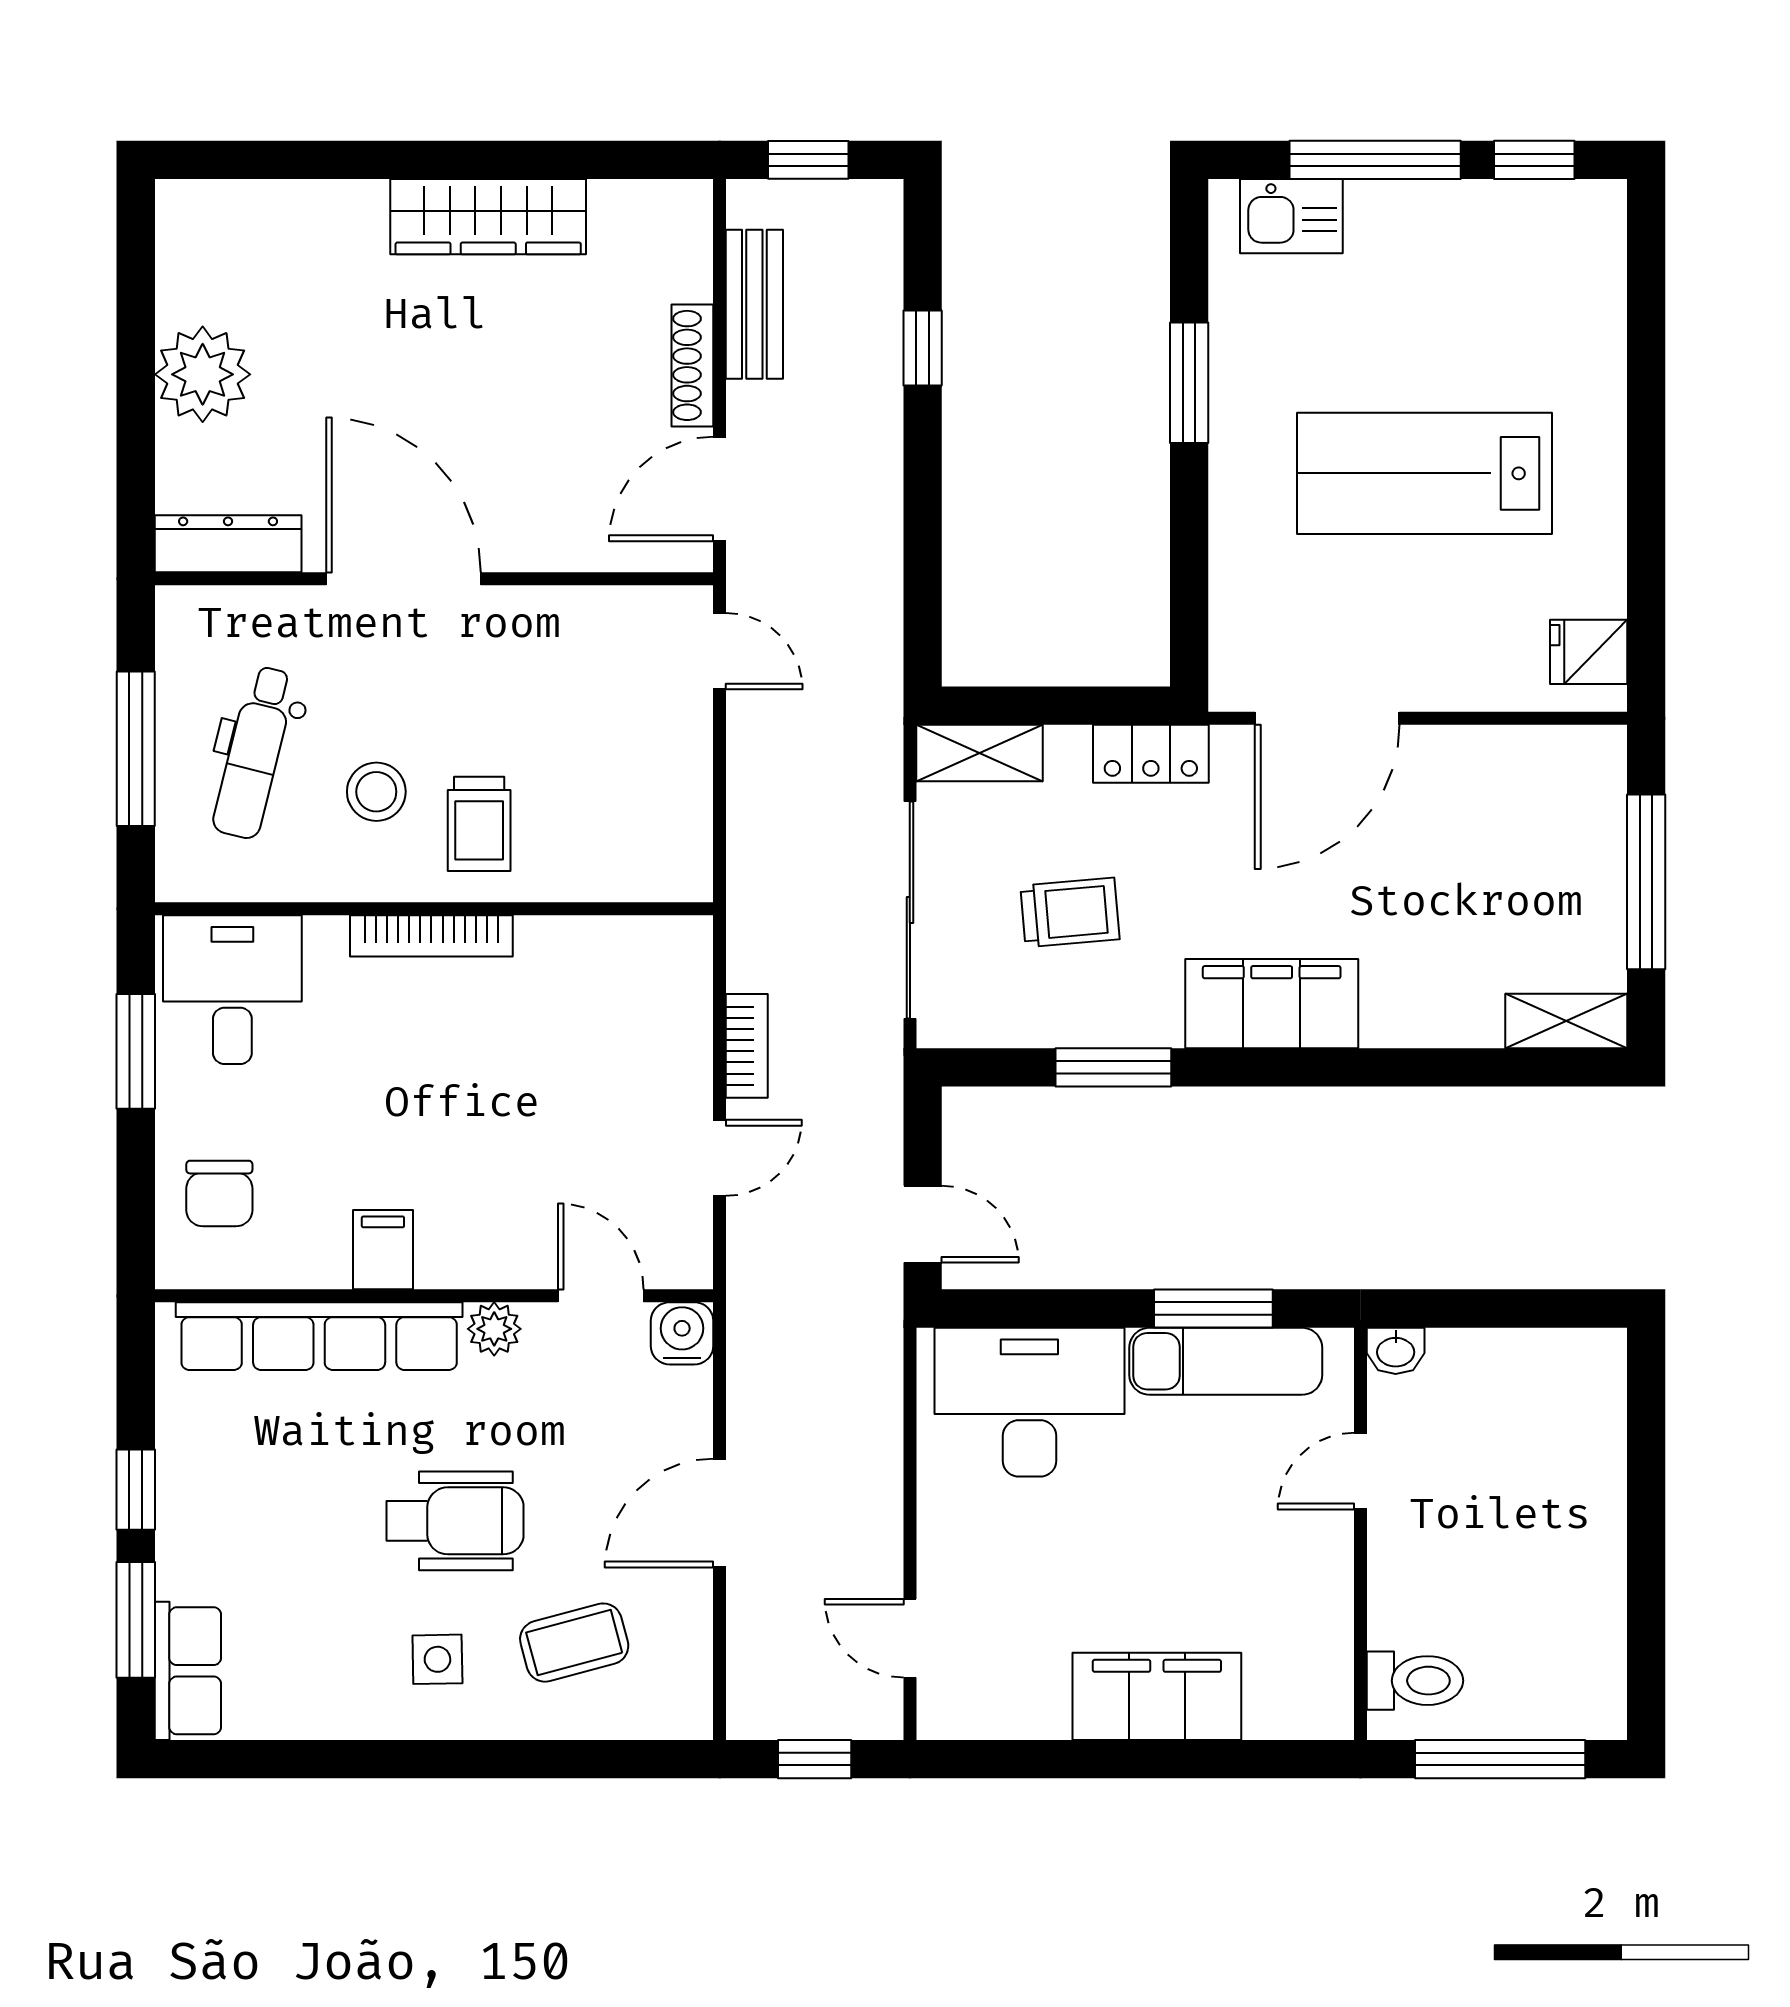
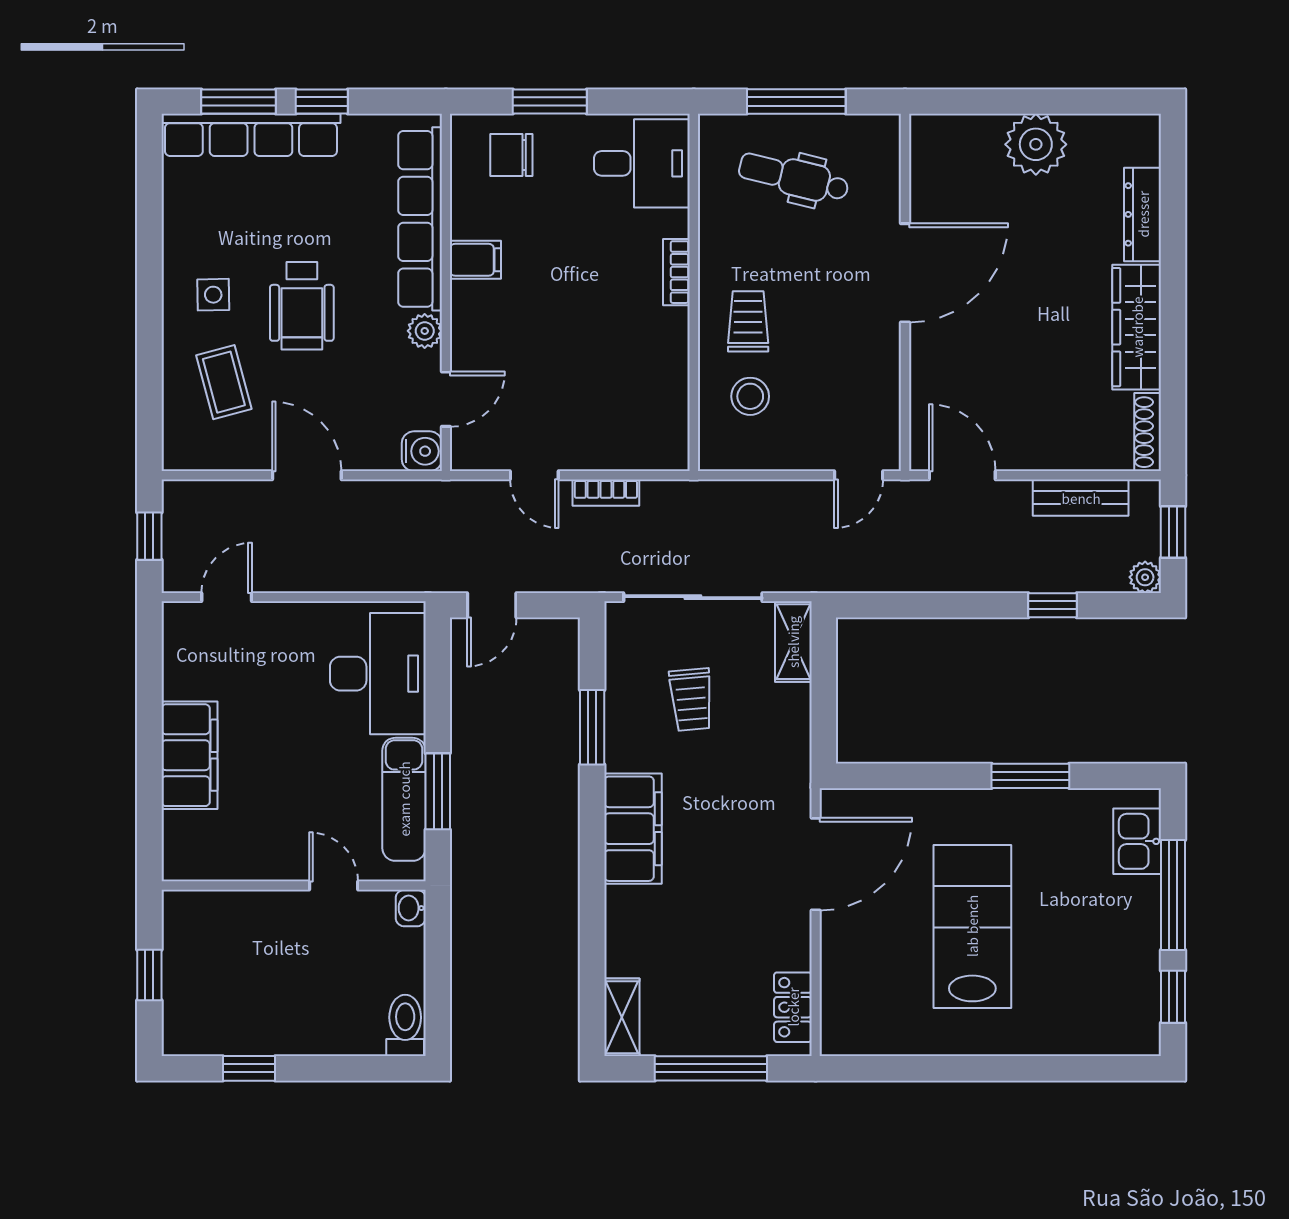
plant: (879, 204) -> (1145, 577), added
shoe rack: (692, 365) -> (1148, 432), moved, turned -90
dresser: (228, 544) -> (1143, 214), moved, turned 180
fridge: (1589, 652) -> (858, 1032), removed
door: (1327, 718) -> (816, 864), swing flipped
locker: (1151, 754) -> (793, 1007), moved
stool: (376, 792) -> (750, 396), moved
trolley: (479, 824) -> (748, 321), turned 90
bookcase: (431, 936) -> (676, 272), width x0.64
window: (136, 1051) -> (550, 101), moved
window: (1646, 1603) -> (249, 1068), added
row of seats: (188, 1671) -> (251, 135), width x2.02
toilet: (1415, 1681) -> (405, 1025), moved, turned 180
window: (1500, 1759) -> (149, 975), width x0.46

